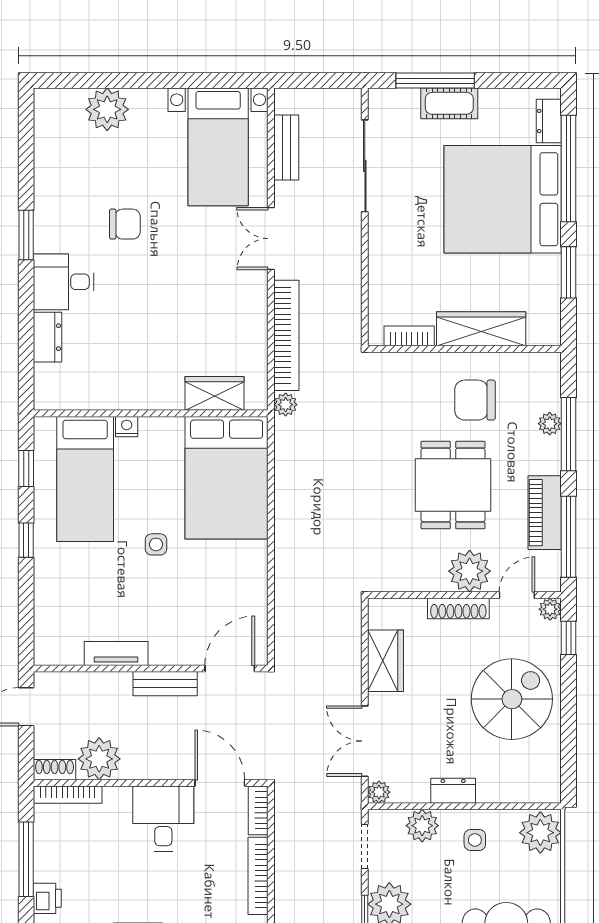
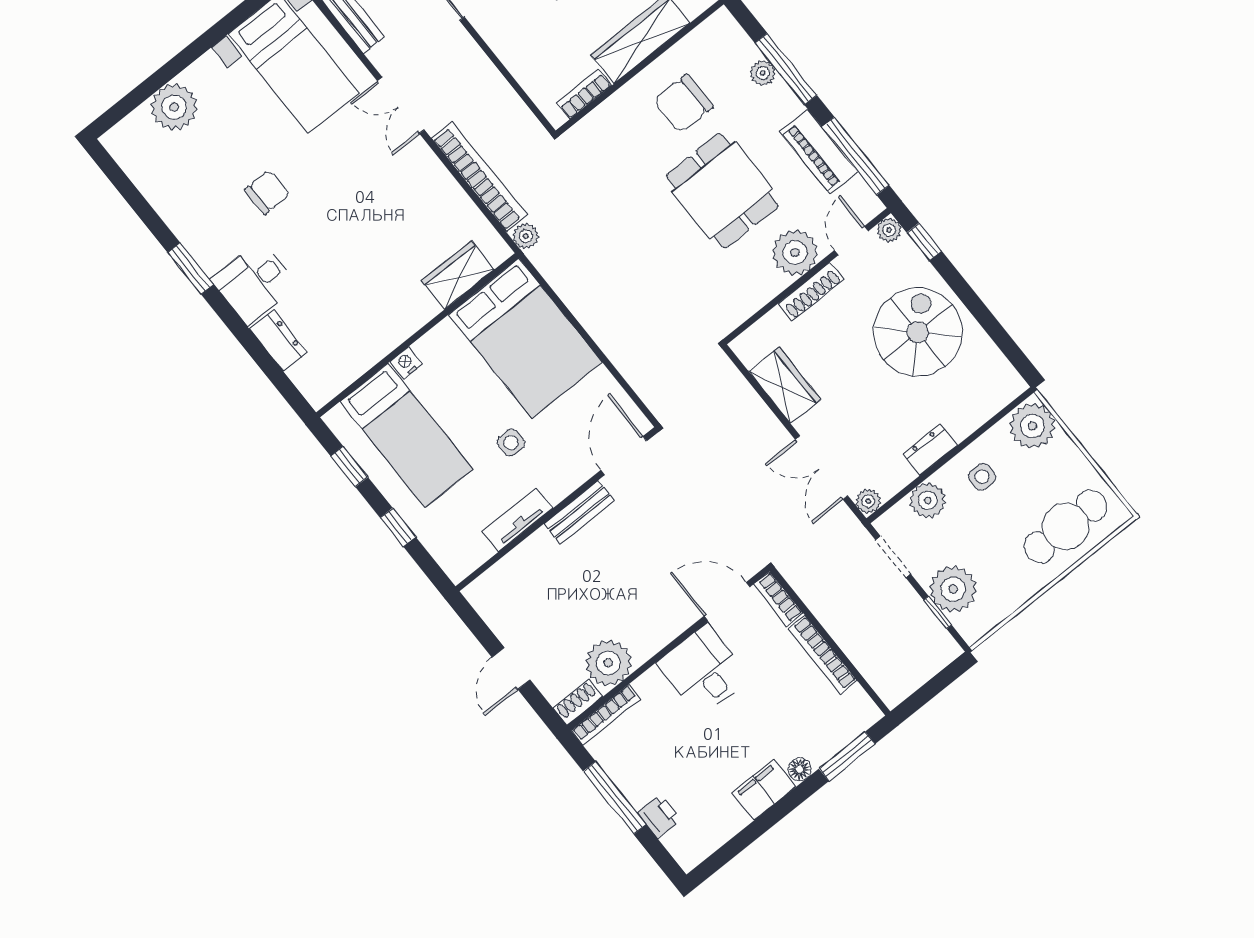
tv unit: (116, 653) -> (517, 520), moved
wall: (151, 668) -> (557, 509), moved
door: (230, 668) -> (624, 456), moved
bench: (165, 684) -> (579, 512), moved

